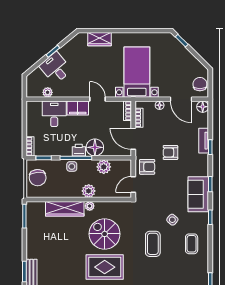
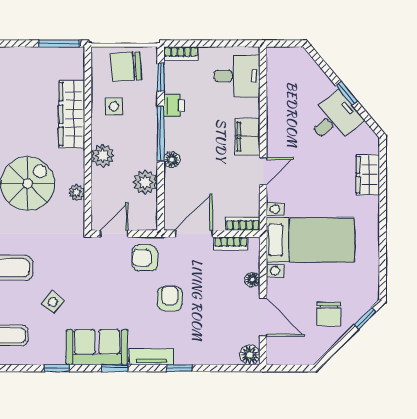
desk: (56, 68) -> (334, 118), moved
chair: (200, 84) -> (329, 314), moved, turned 90
plant: (48, 92) -> (275, 84), removed
door: (181, 99) -> (263, 317), swing flipped
desk: (54, 114) -> (237, 76), moved
tv unit: (204, 141) -> (151, 357), moved
floor lamp: (95, 147) -> (172, 160), width x0.53, depth x0.53
printer: (79, 150) -> (174, 106), moved
side table: (72, 166) -> (114, 106), moved
armchair: (147, 167) -> (145, 258), turned 90
door: (133, 184) -> (114, 234), hinge flipped
plant: (90, 206) -> (77, 192), moved

